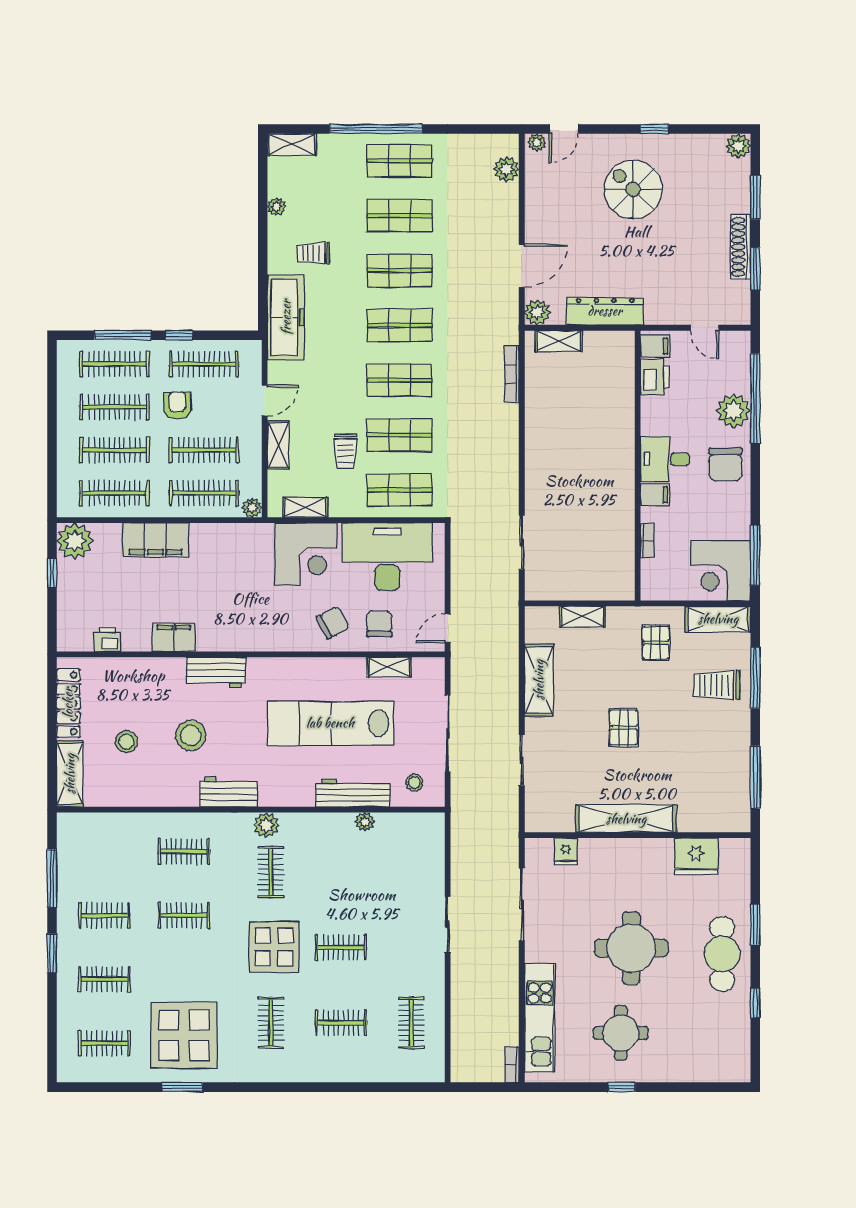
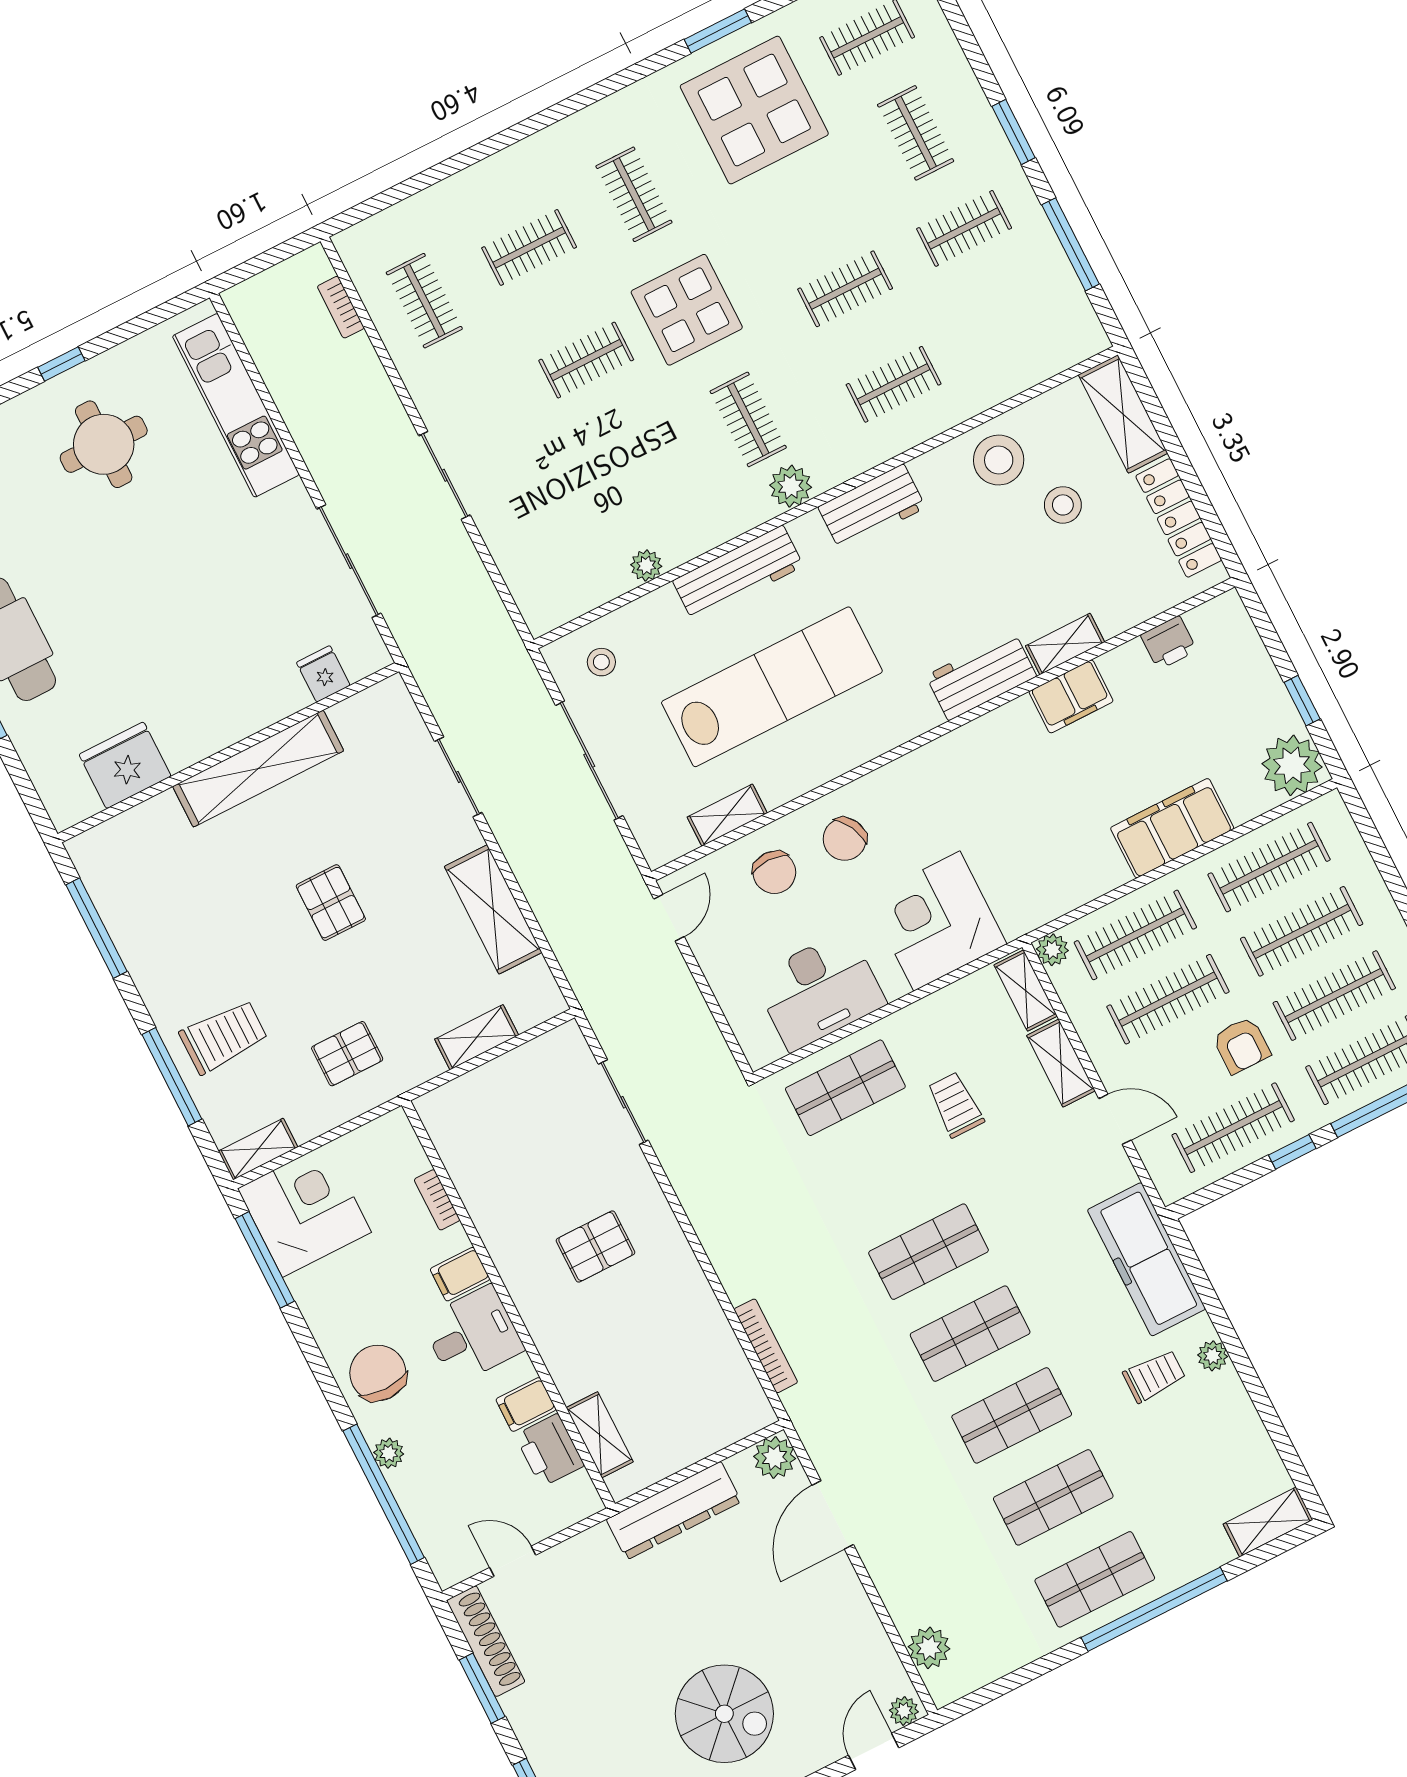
plant: (276, 207) -> (1213, 1356), moved
shoe rack: (741, 247) -> (486, 1641), moved
shelving: (559, 341) -> (600, 1435), moved, turned 90
filing cabinet: (655, 346) -> (526, 1404), moved
door: (265, 400) -> (1115, 1119), swing flipped
plant: (734, 411) -> (389, 1453), width x0.53, depth x0.53
shop shelf: (400, 435) -> (887, 1170), removed
pallet: (576, 473) -> (595, 1247), added
shelving: (305, 507) -> (1026, 991), moved, turned 90
desk: (387, 557) -> (819, 990), width x0.73, depth x0.77
shelving: (718, 619) -> (258, 1149), width x0.67, depth x0.75
pallet: (656, 643) -> (347, 1054), turned 90
shelving: (163, 667) -> (1065, 644), added
stool: (191, 735) -> (999, 460), moved
workbench: (353, 793) -> (738, 573), moved
round table: (631, 948) -> (152, 579), removed
clothes rail: (104, 979) -> (916, 133), turned 90
bookcase: (512, 1065) -> (341, 307), moved, turned 180

